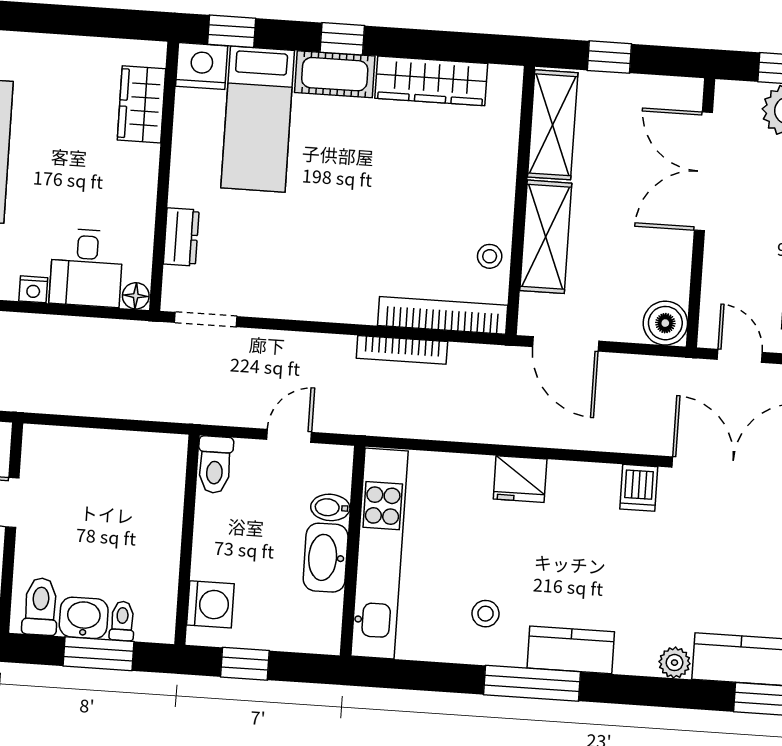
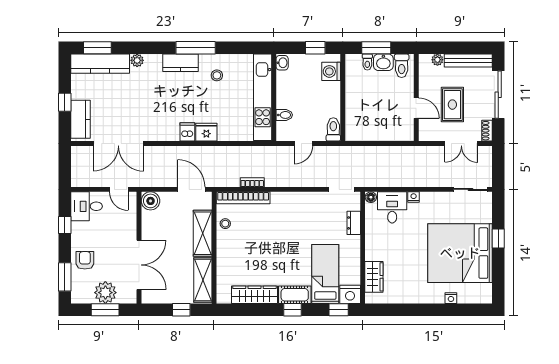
bookcase: (402, 350) -> (252, 182), width x0.64
dishwasher: (639, 488) -> (187, 132), moved
washbasin: (326, 558) -> (282, 63), moved, width x0.52, depth x0.69

